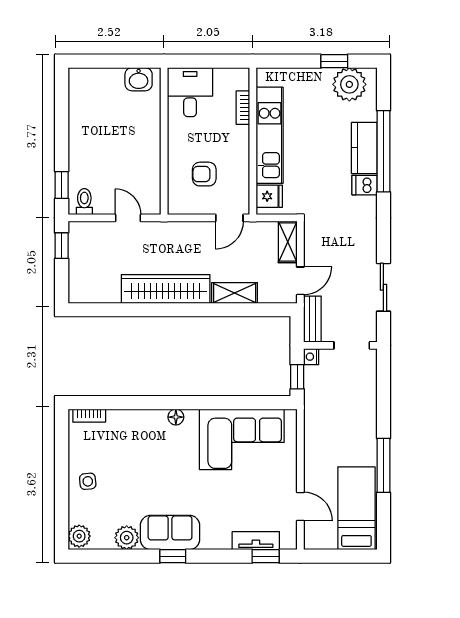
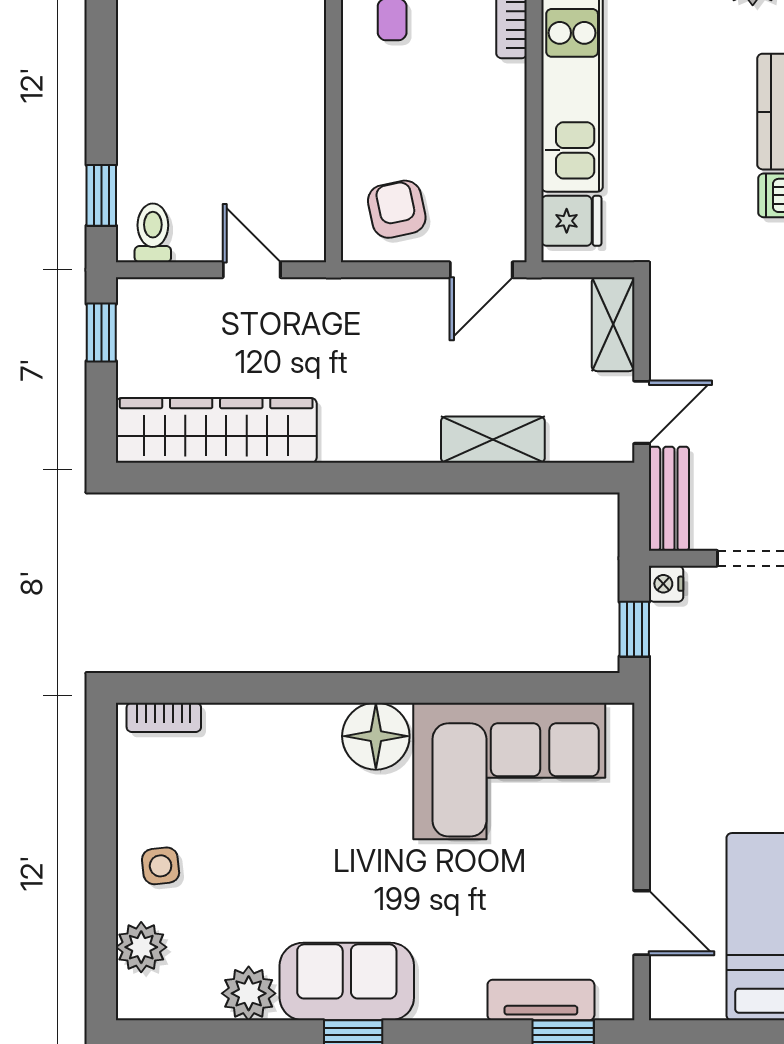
armchair: (204, 174) -> (397, 209), moved, turned 78
wardrobe: (166, 289) -> (216, 430), moved
floor lamp: (176, 417) -> (376, 736), width x1.89, depth x1.89
plant: (79, 536) -> (141, 947), moved

